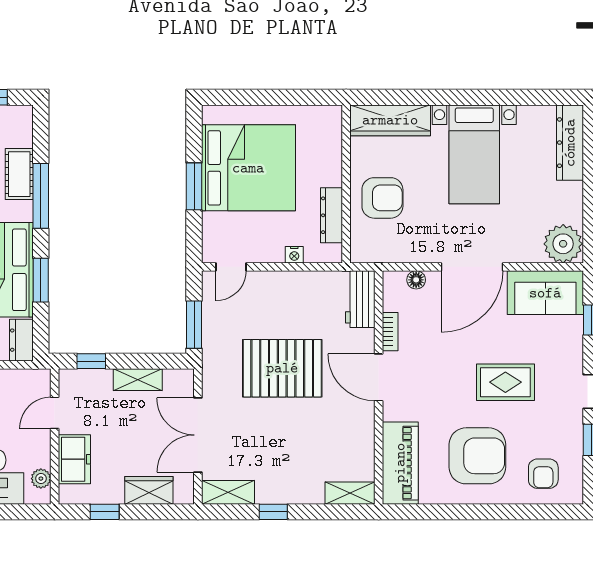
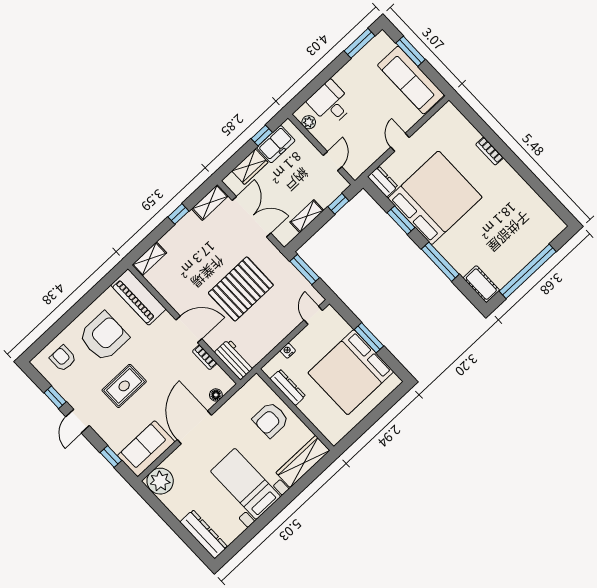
cot: (19, 174) -> (481, 284), moved
armchair: (477, 456) -> (104, 337), turned 180
freezer: (74, 459) -> (276, 144), moved, turned -90

